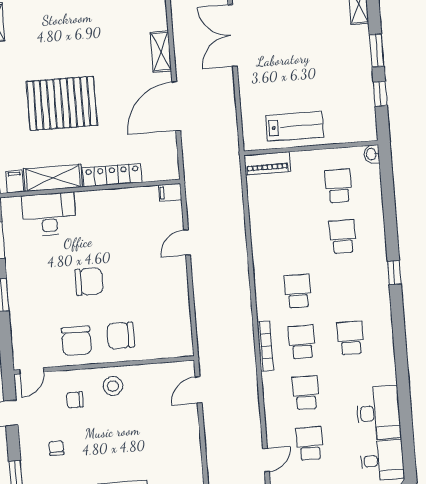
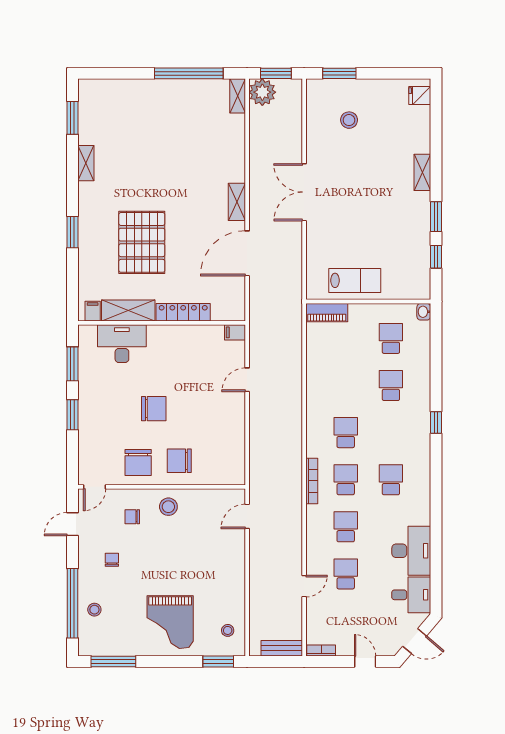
pallet: (62, 103) -> (142, 242), turned 90

